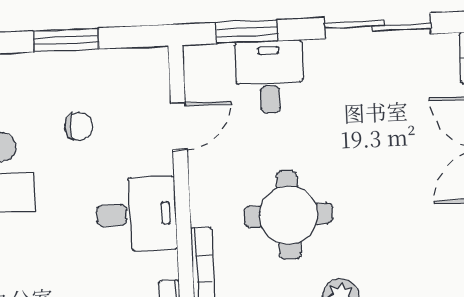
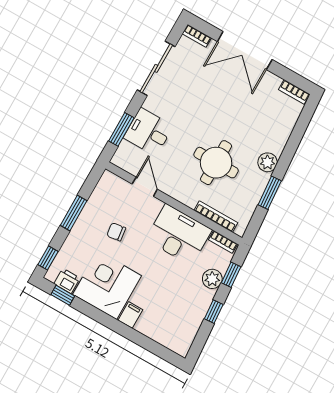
chair: (79, 126) -> (116, 232), turned -98
desk: (136, 214) -> (179, 235), width x1.37

